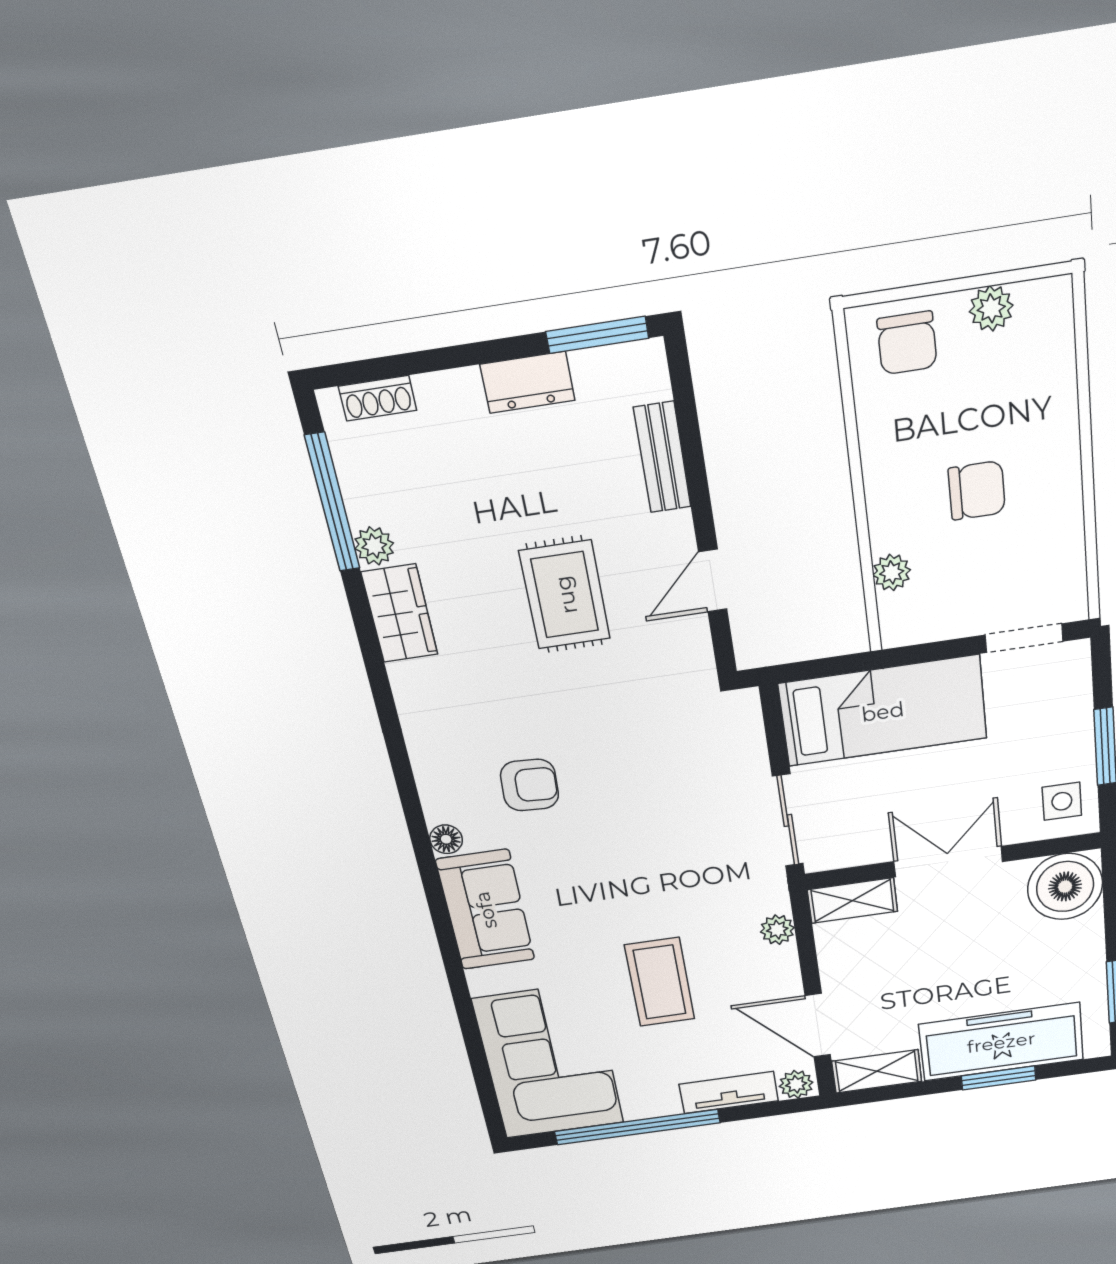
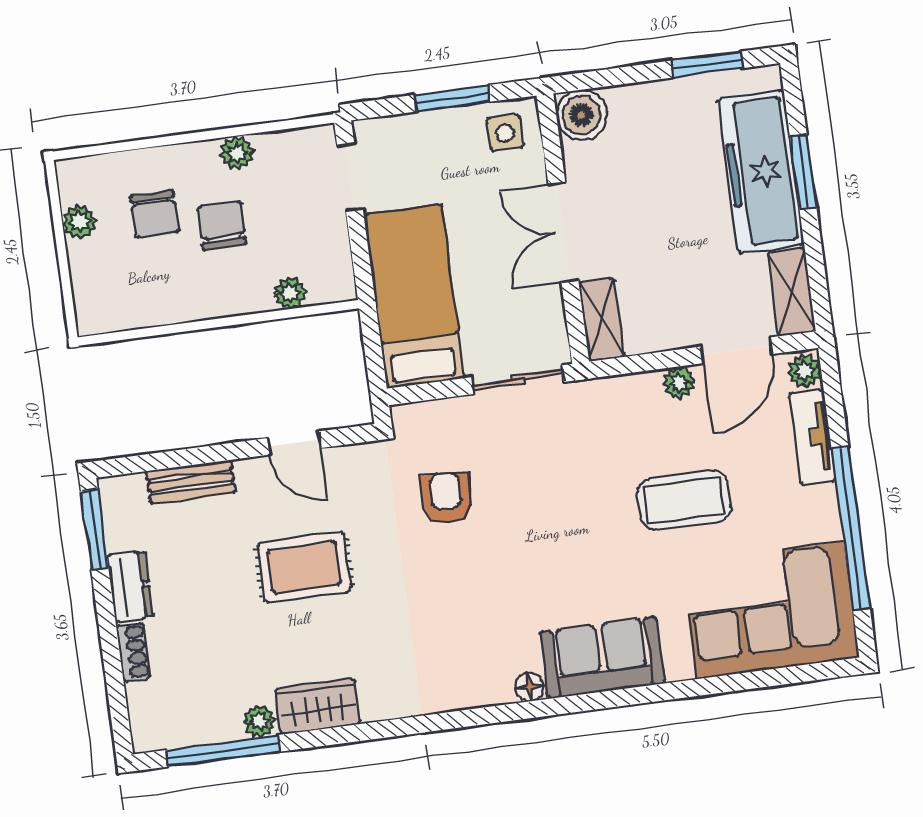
chair: (907, 343) -> (154, 214), moved, turned 90
shoe rack: (378, 398) -> (133, 652), moved
plant: (1063, 506) -> (237, 153), added
armchair: (530, 785) -> (446, 498), moved
boiler: (1065, 887) -> (582, 115), width x0.73, depth x0.73
plant: (777, 930) -> (679, 383), moved

